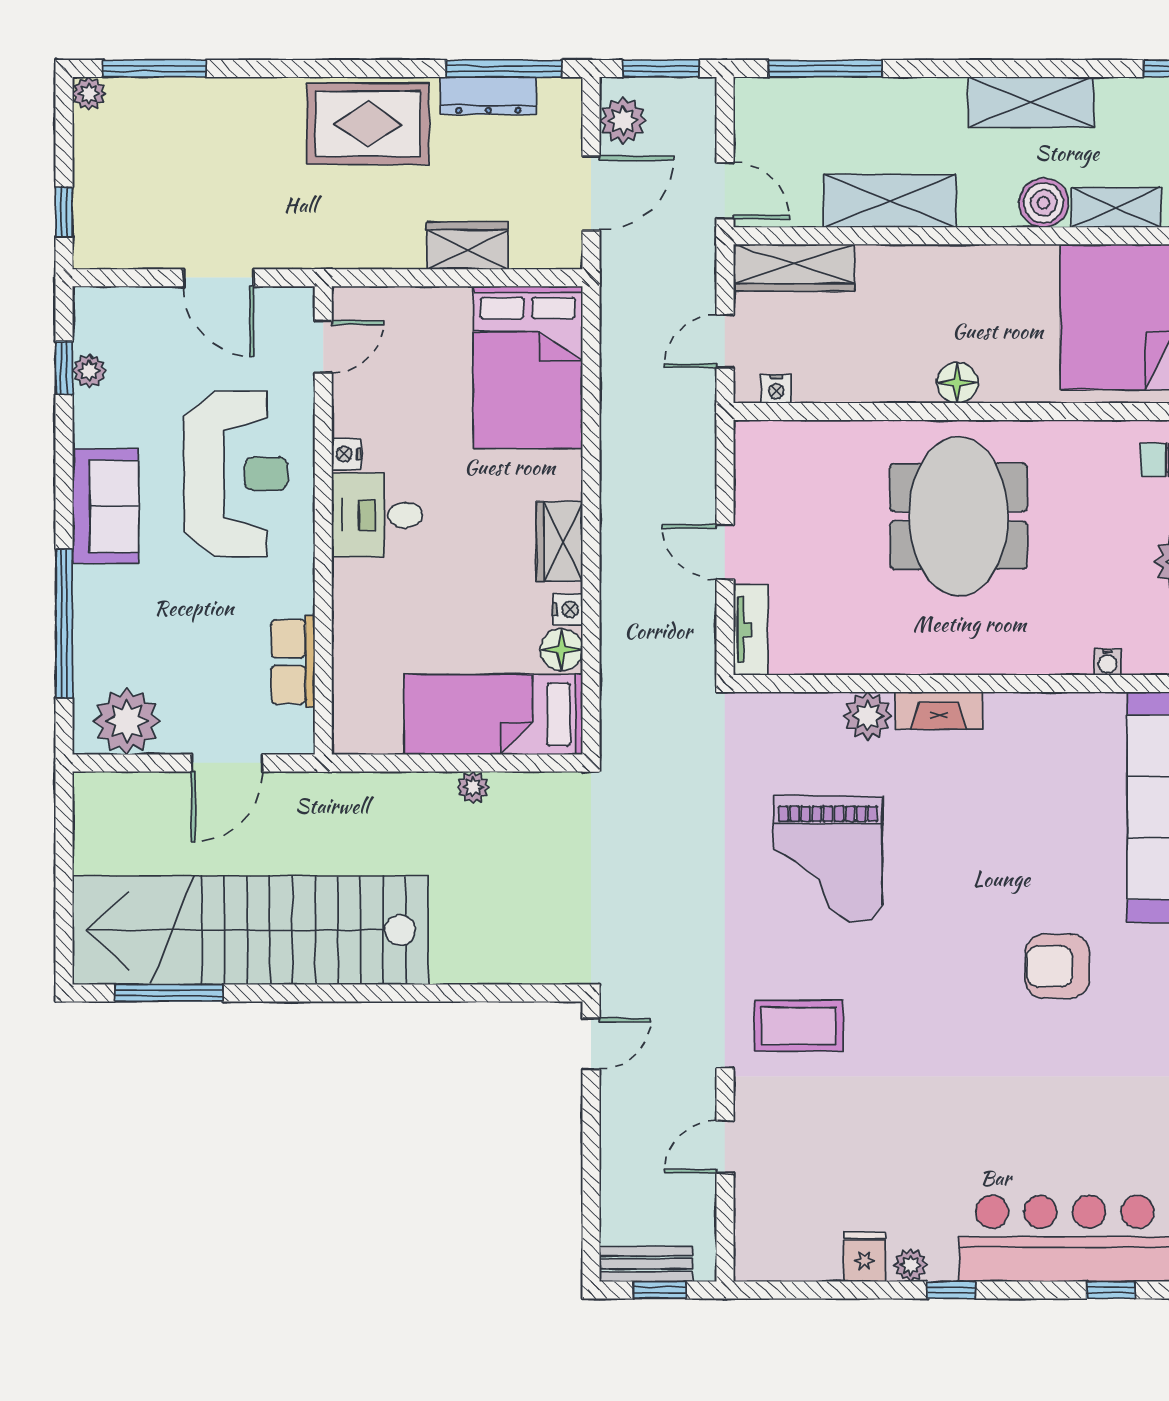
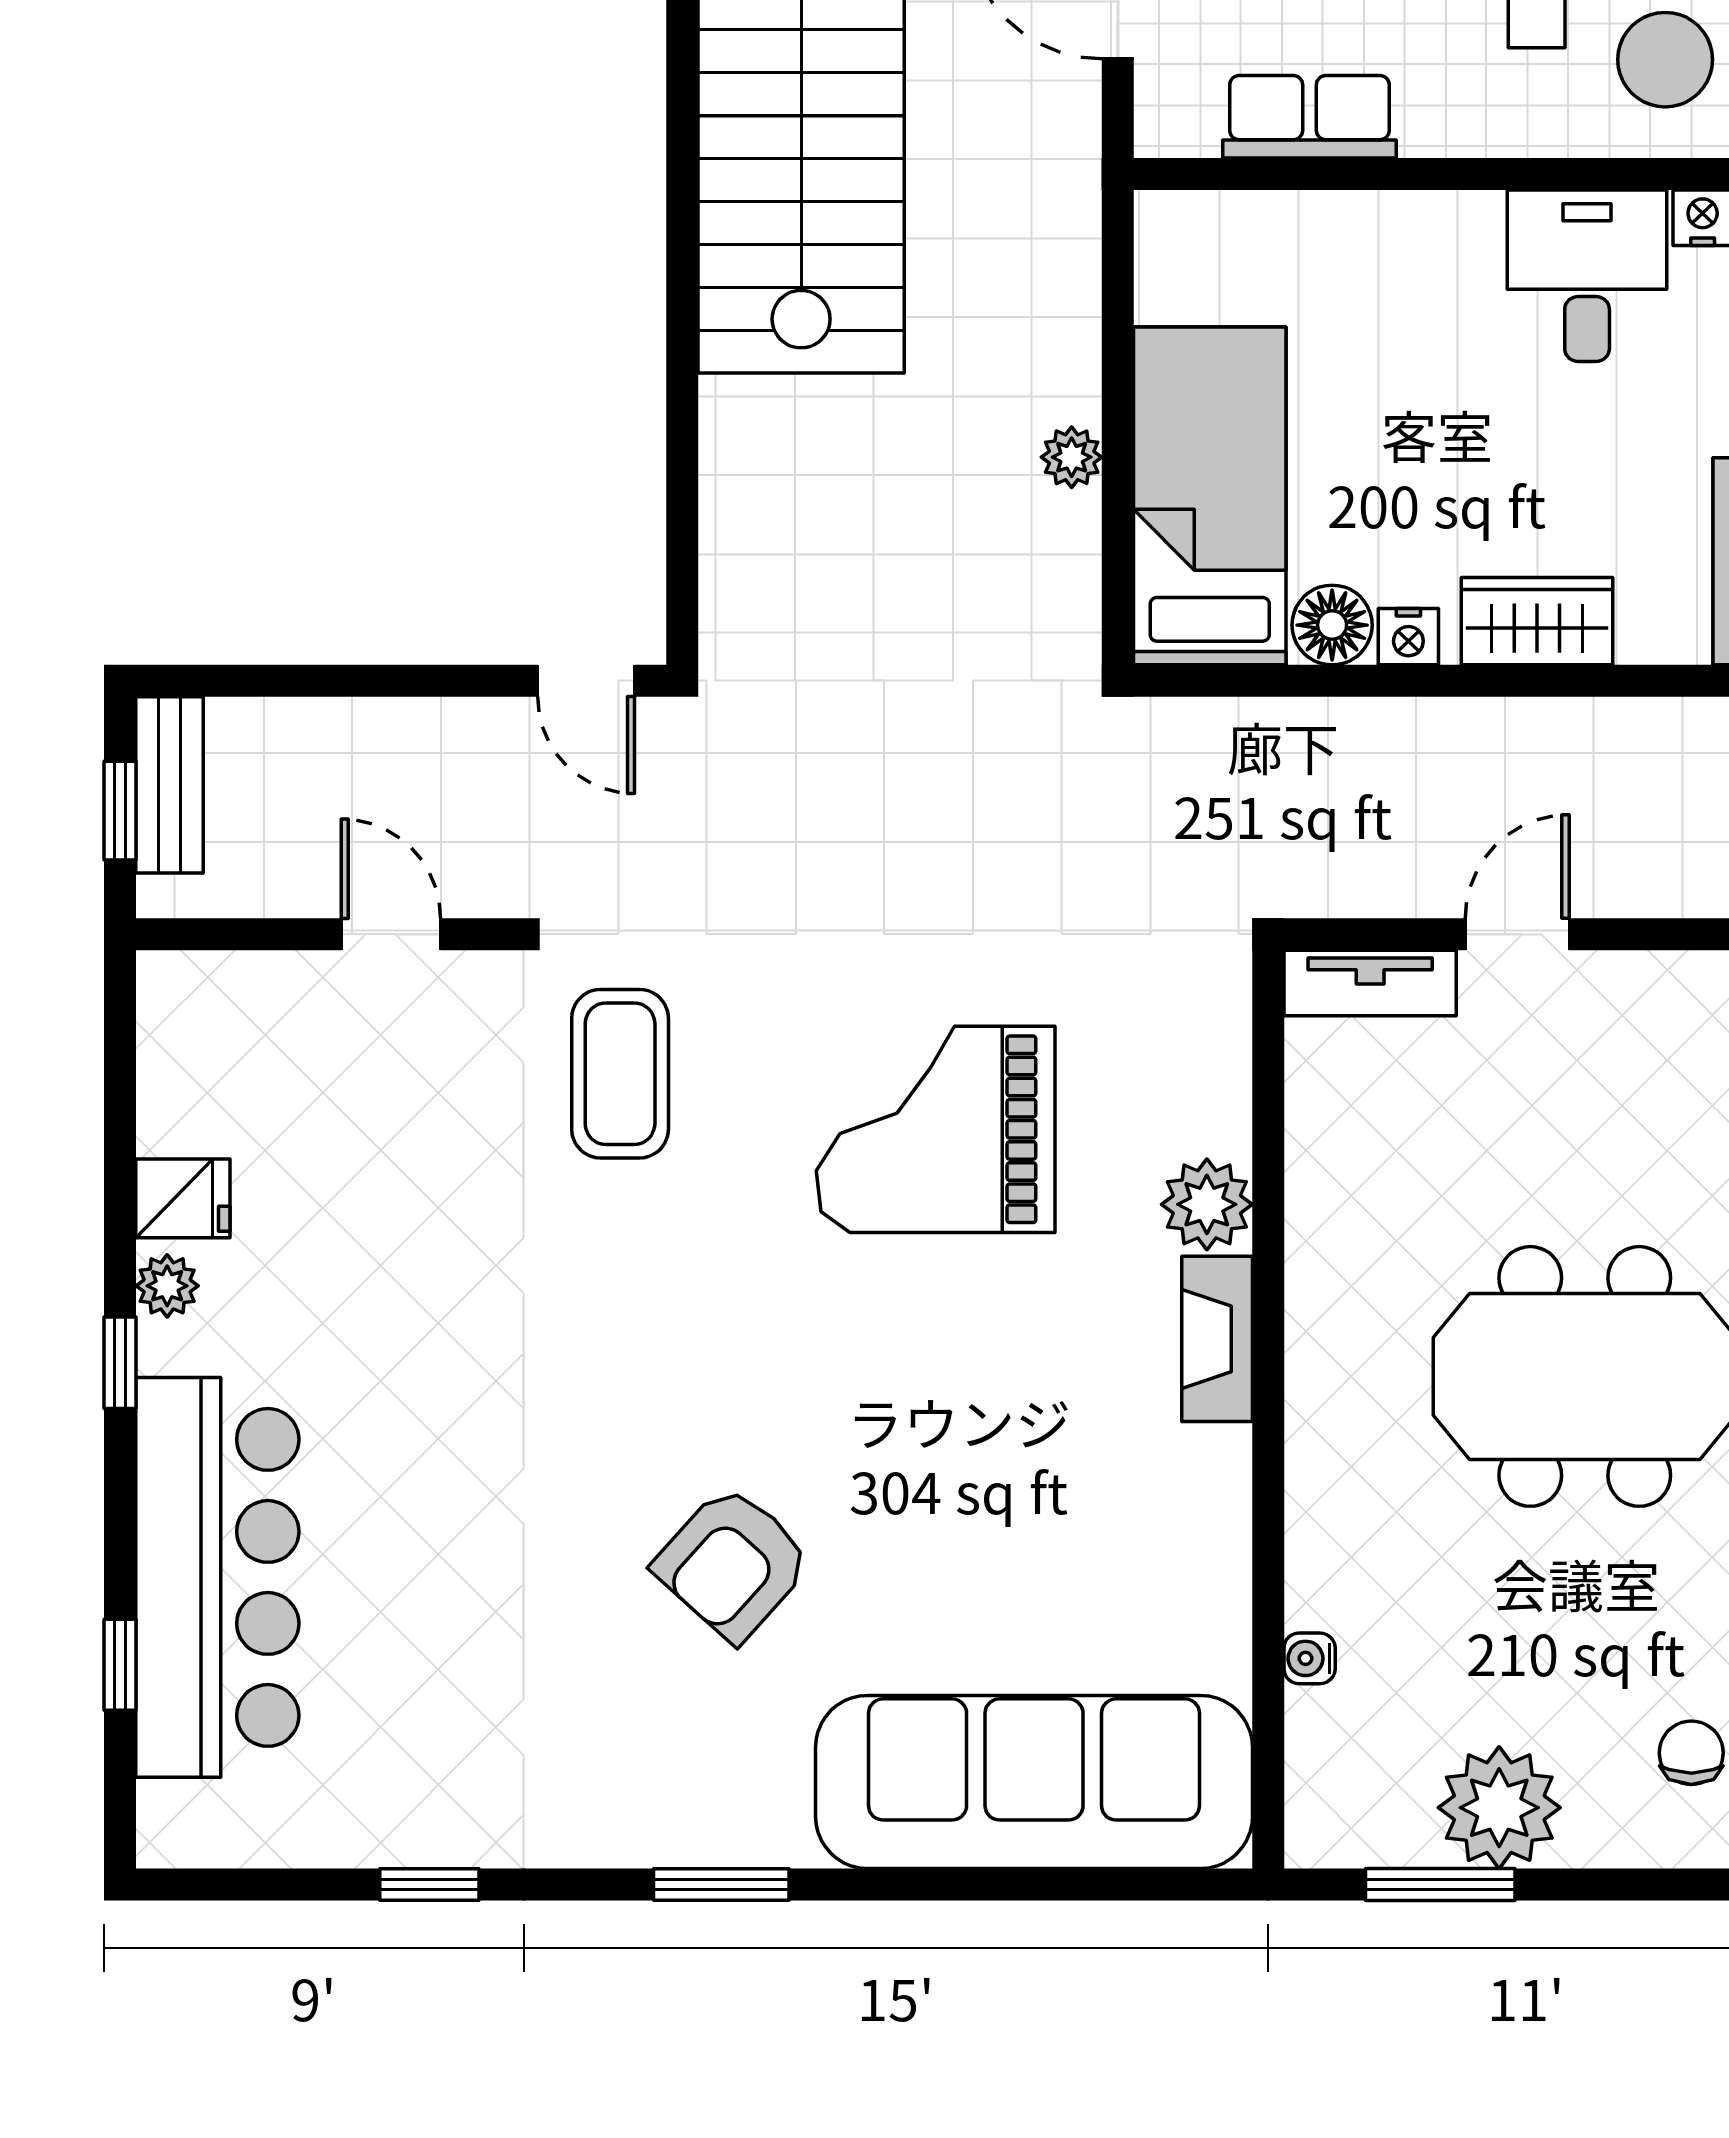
armchair: (1057, 966) -> (733, 1563), turned -138

